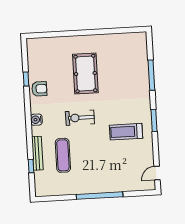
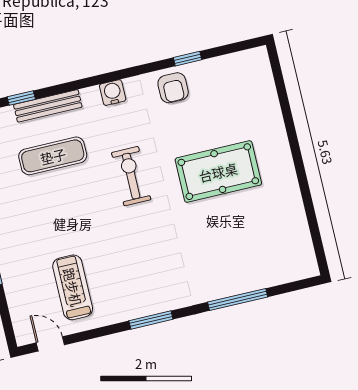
treadmill: (126, 132) -> (73, 287), moved

